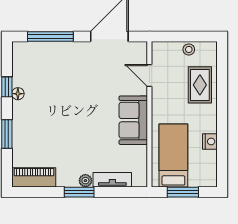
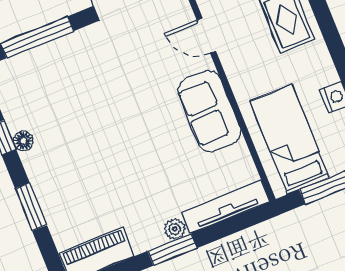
tv unit: (112, 180) -> (226, 207), width x1.41

